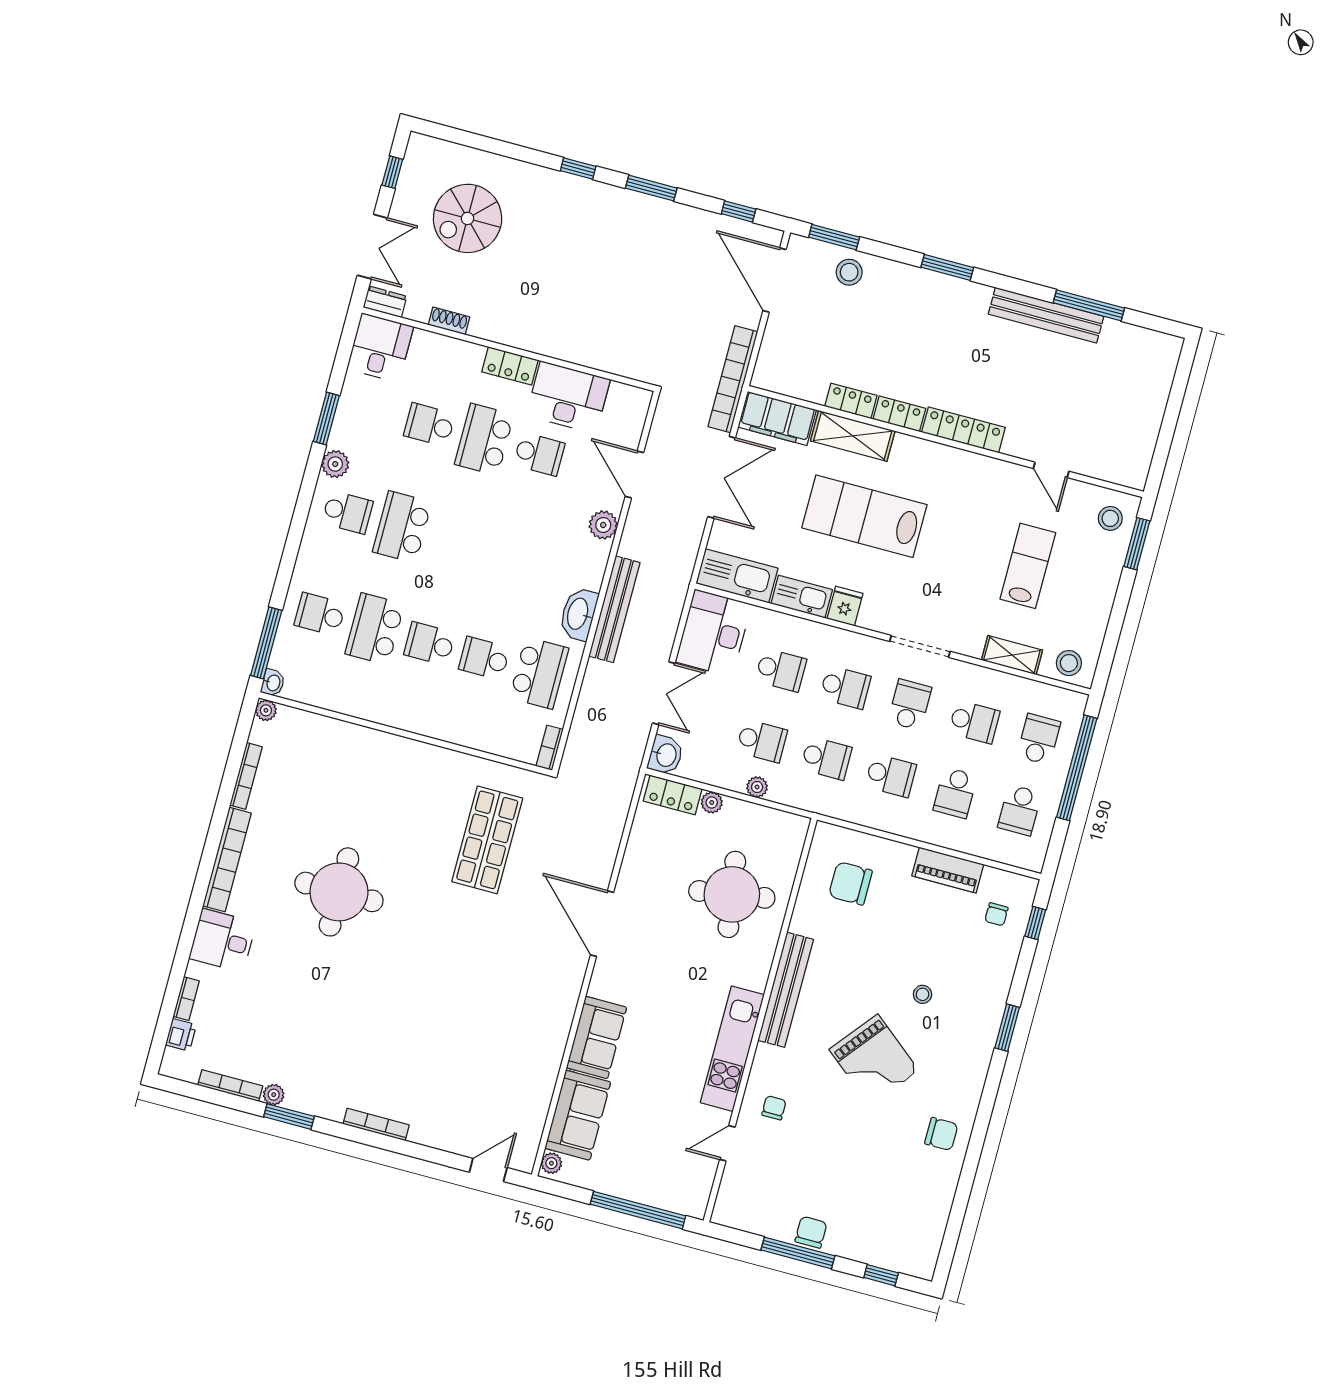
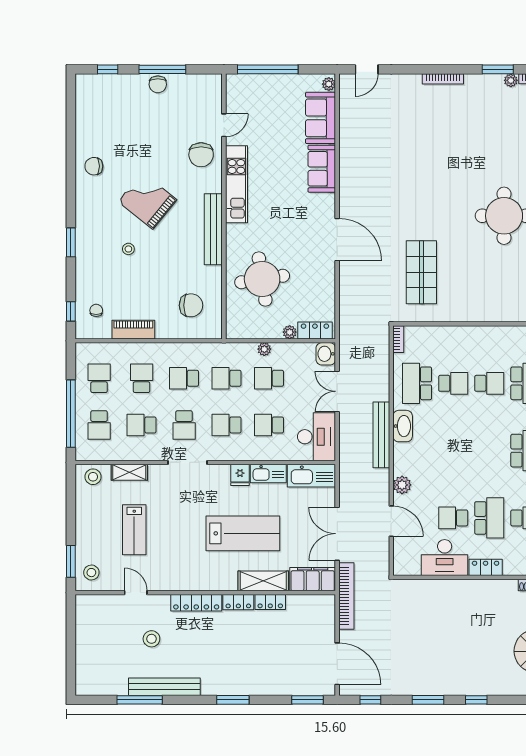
stool: (849, 272) -> (151, 639), moved
chair: (774, 1108) -> (201, 155), width x1.87, depth x1.87

